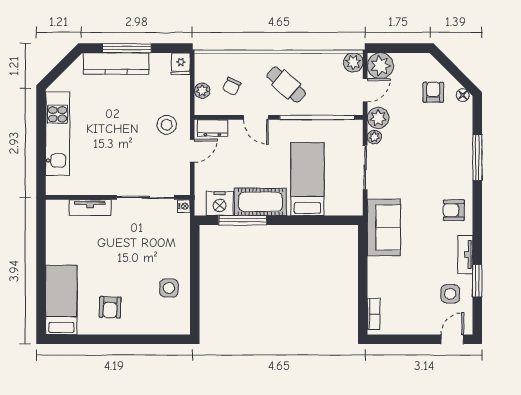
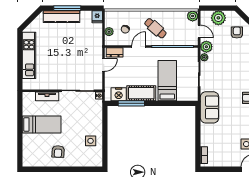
plant: (380, 66) -> (218, 18), moved
door: (365, 90) -> (199, 31), hinge flipped
door: (256, 117) -> (139, 46), swing flipped
stool: (167, 125) -> (89, 51), removed
bed: (61, 300) -> (42, 124), moved, turned 90

